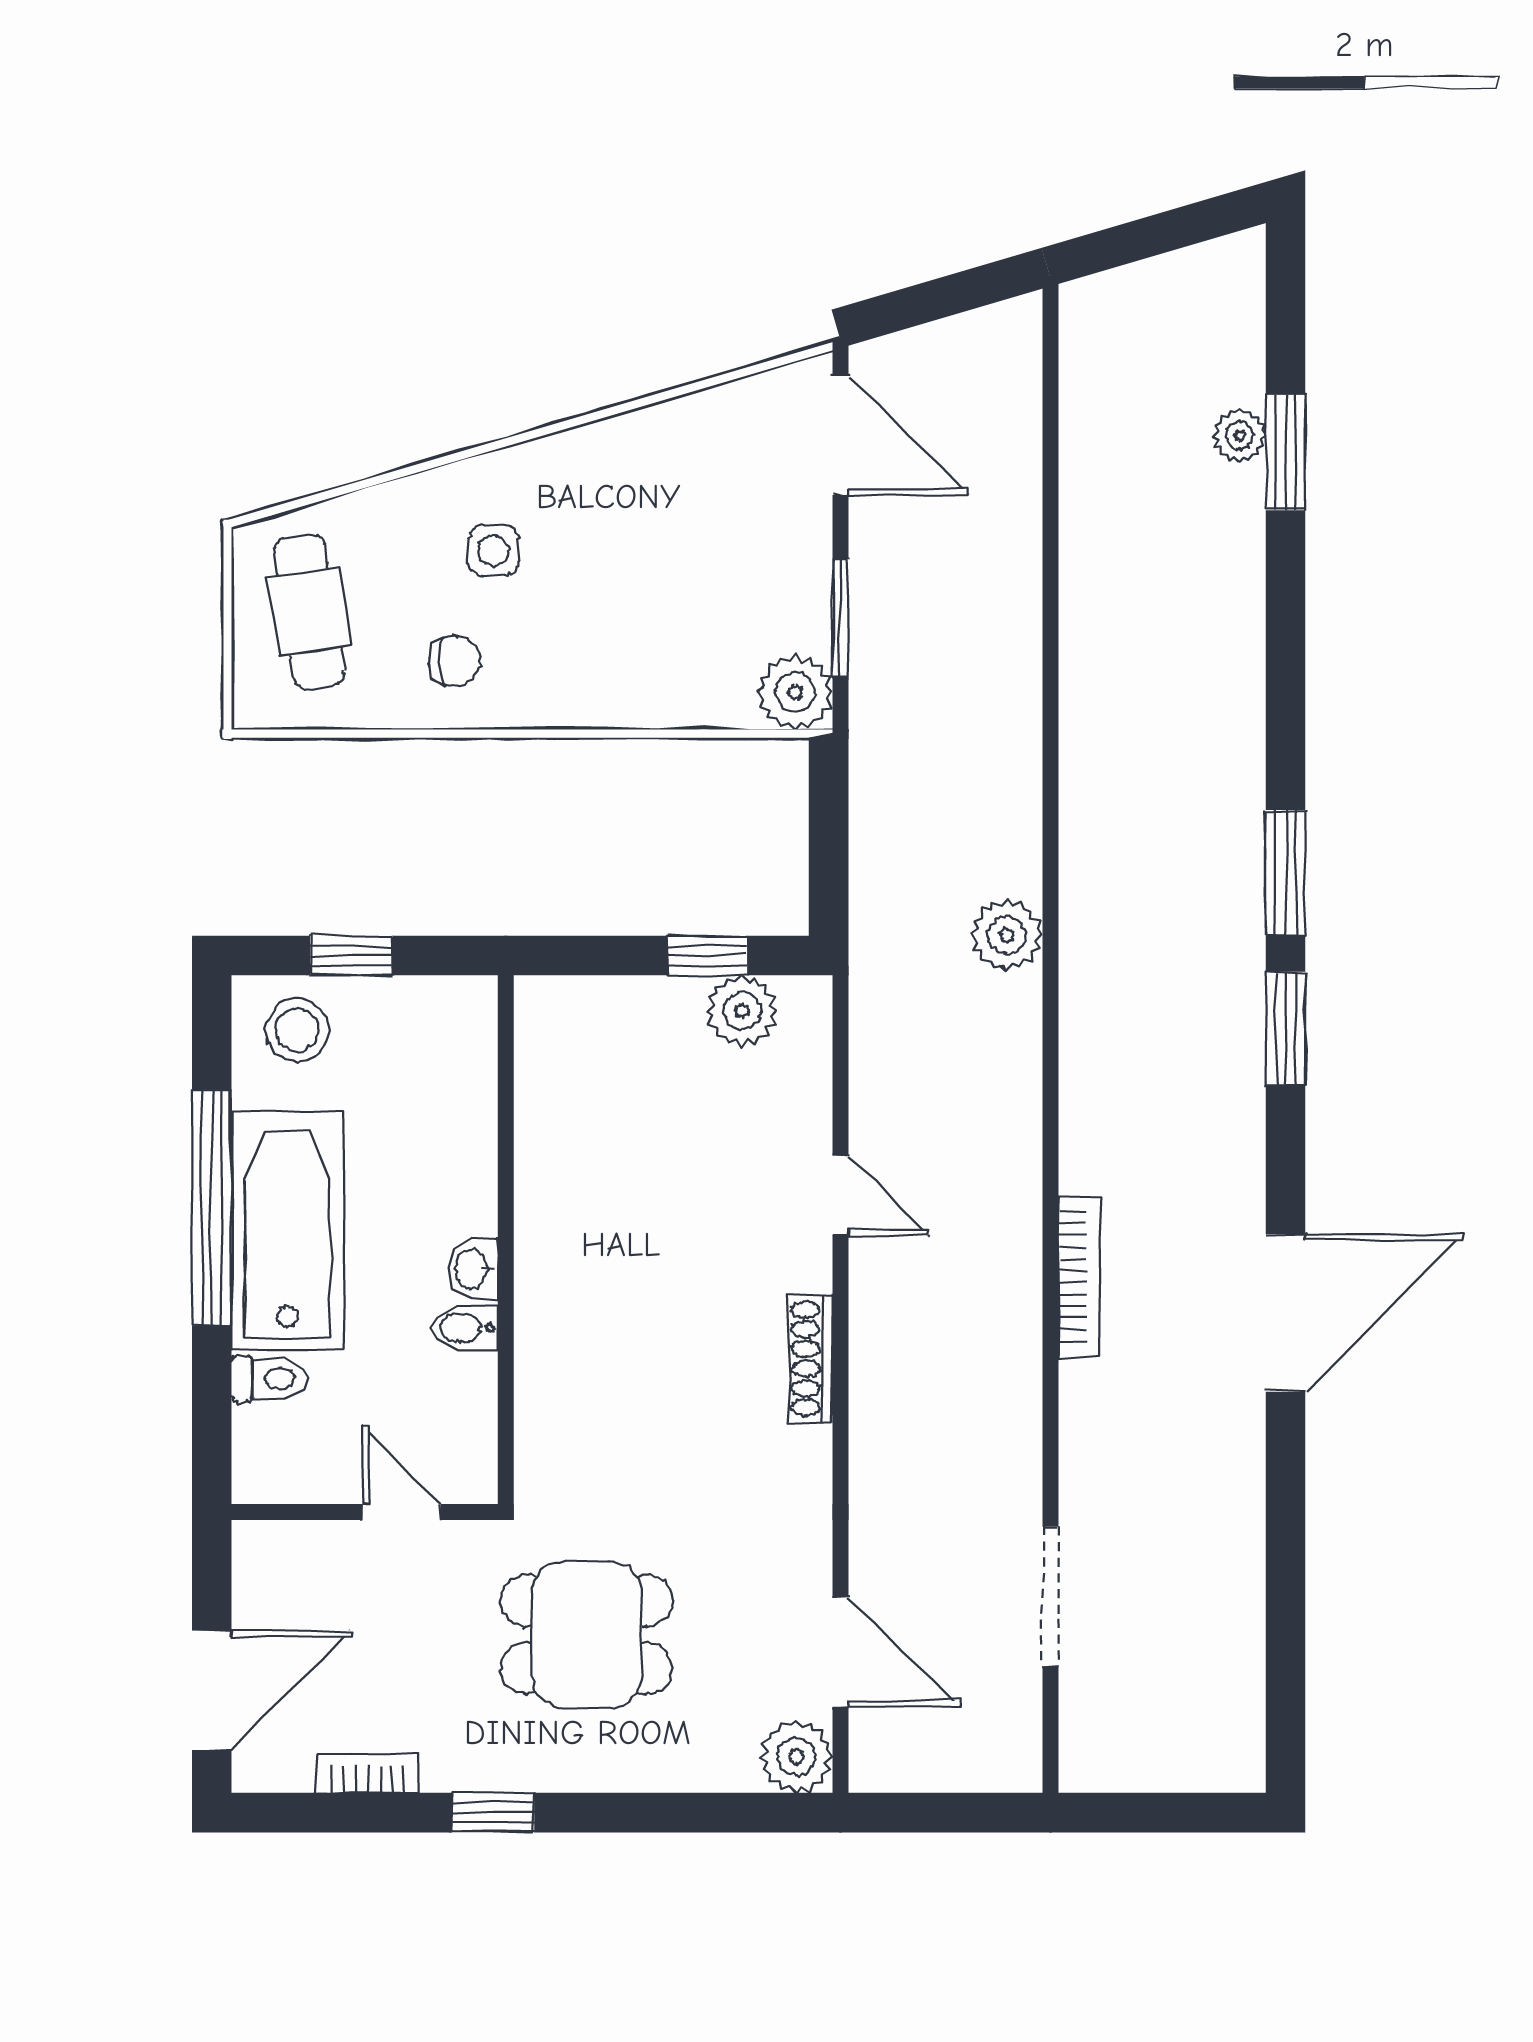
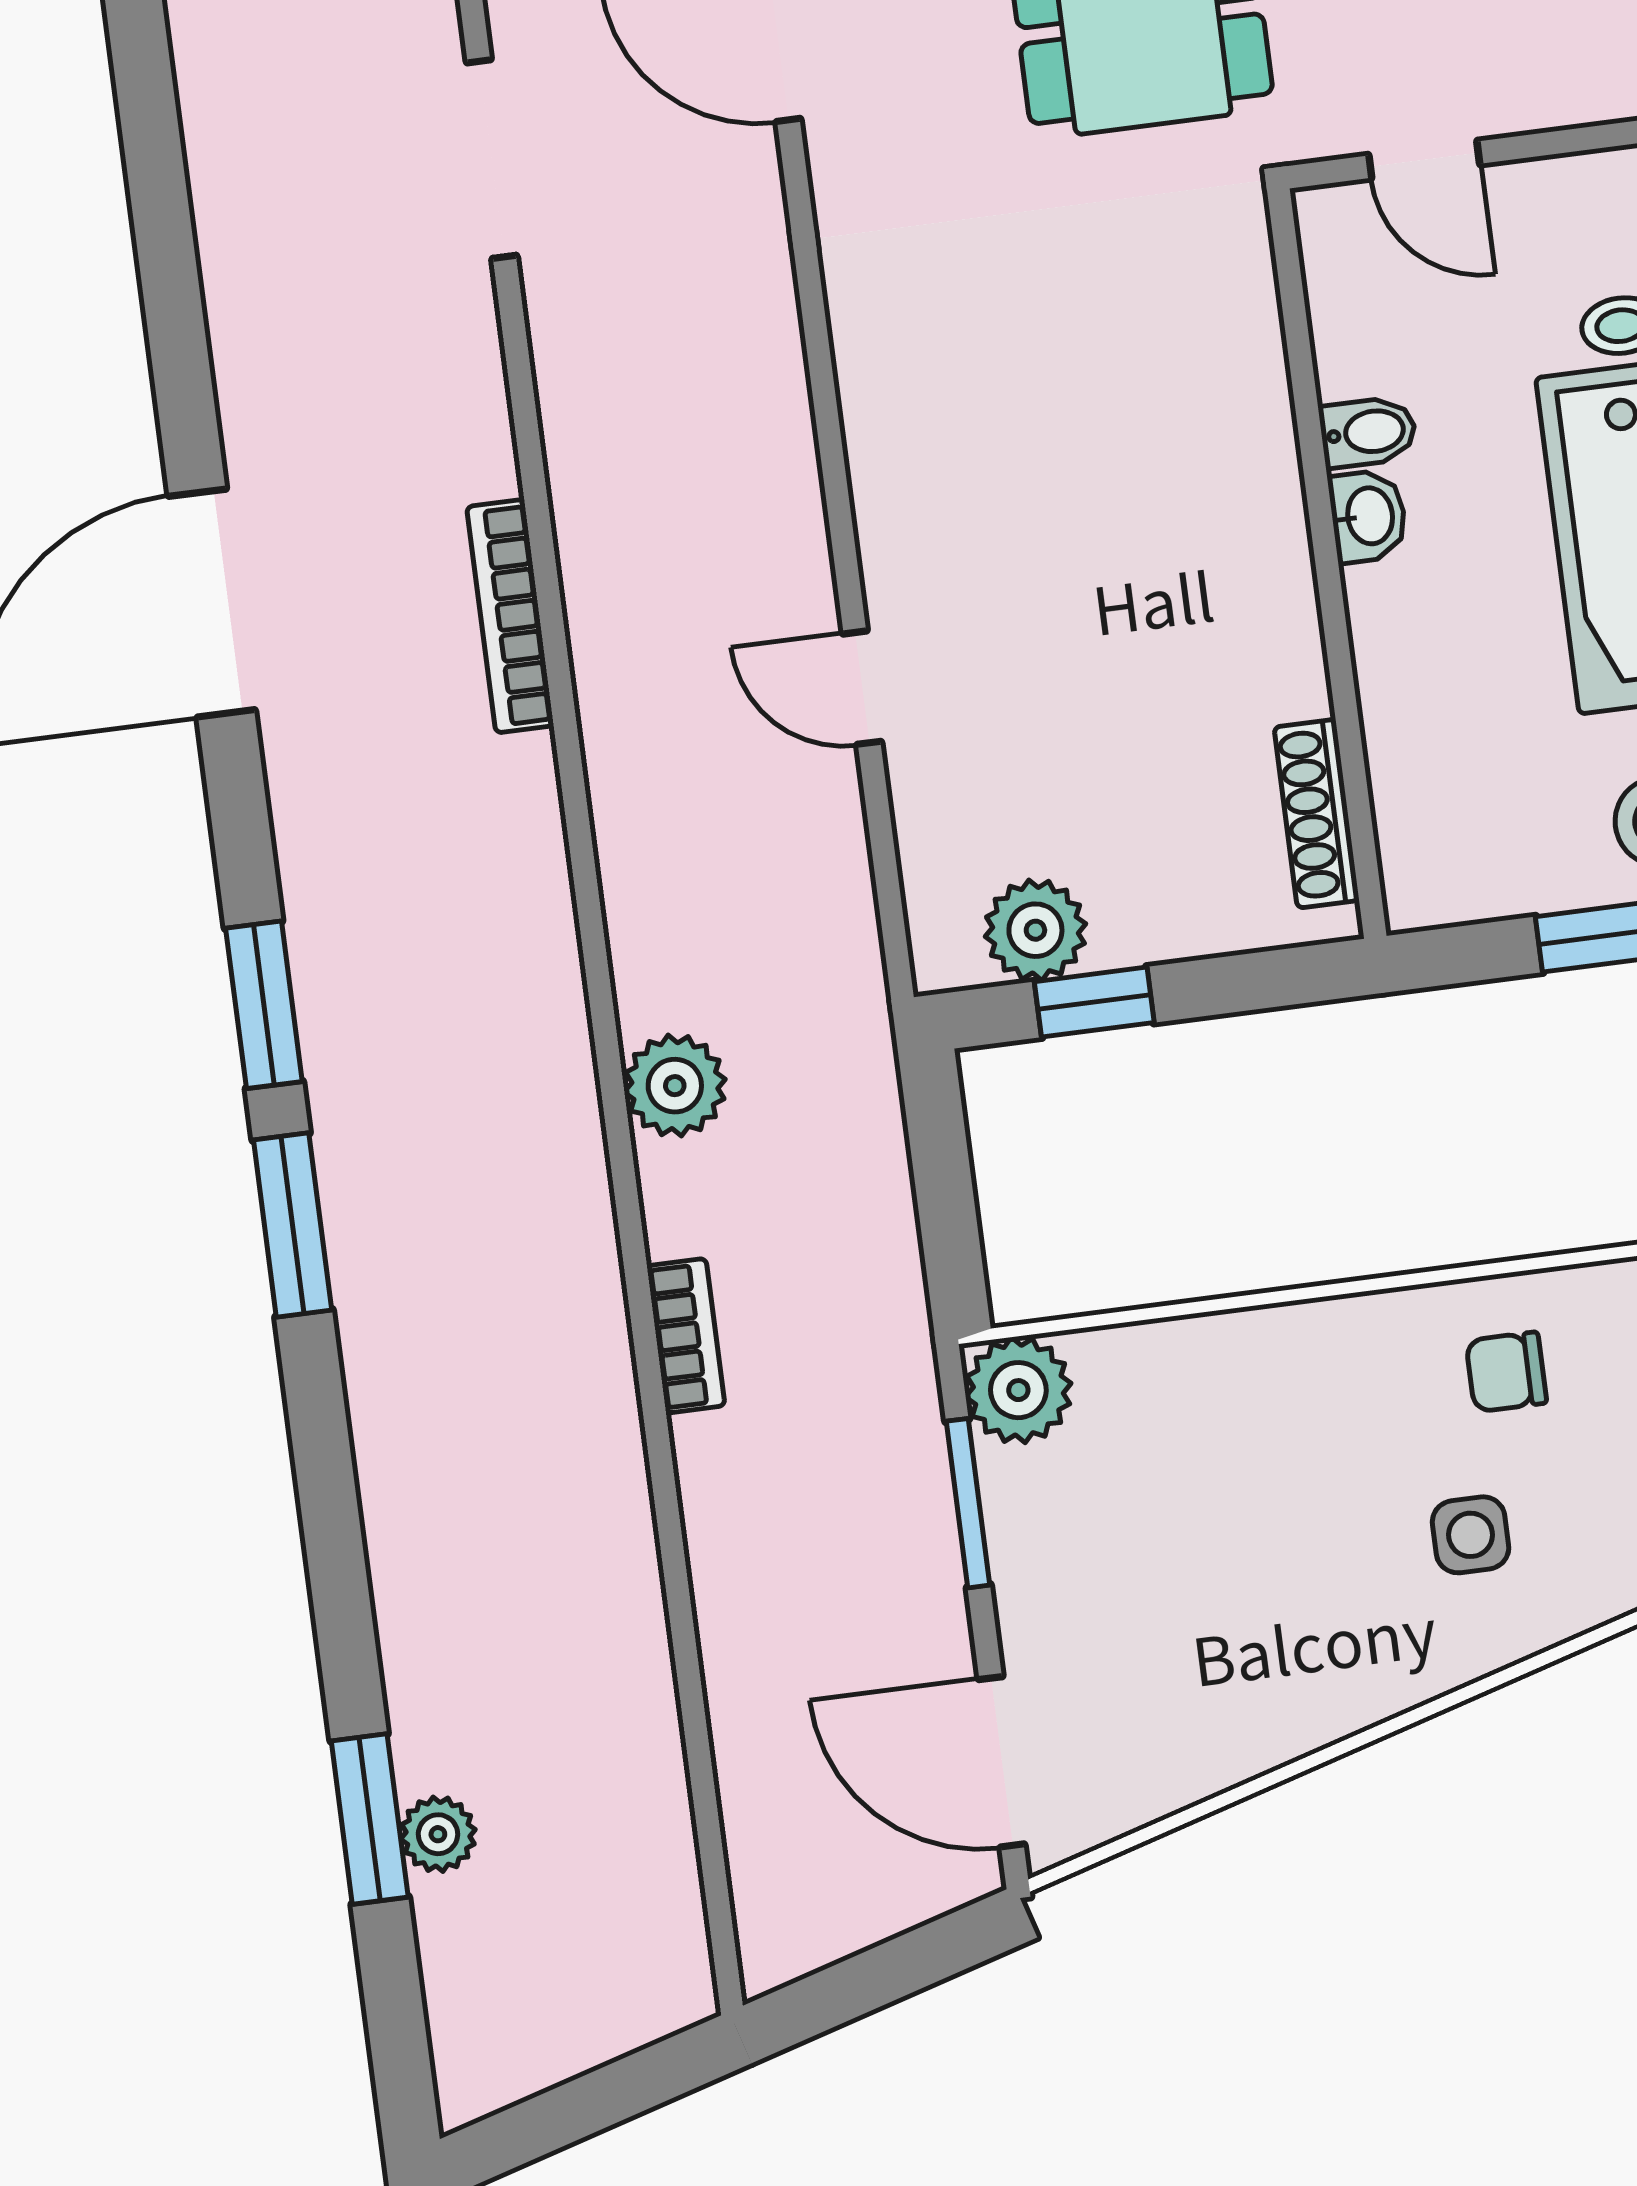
bookcase: (1022, 760) -> (686, 1336), added
shoe rack: (811, 1359) -> (1317, 814), moved, turned 180

